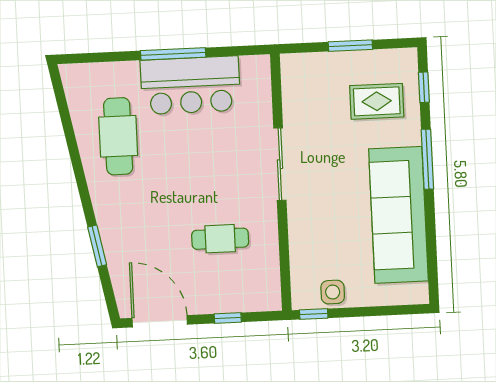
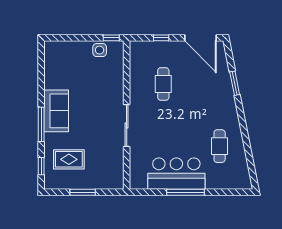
cafe table: (118, 136) -> (220, 146), width x0.73, depth x0.74
sofa: (398, 215) -> (56, 111), width x0.54, depth x0.79
cafe table: (220, 239) -> (163, 84), turned 90

